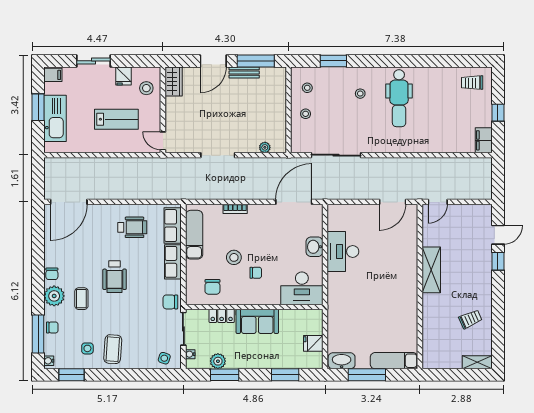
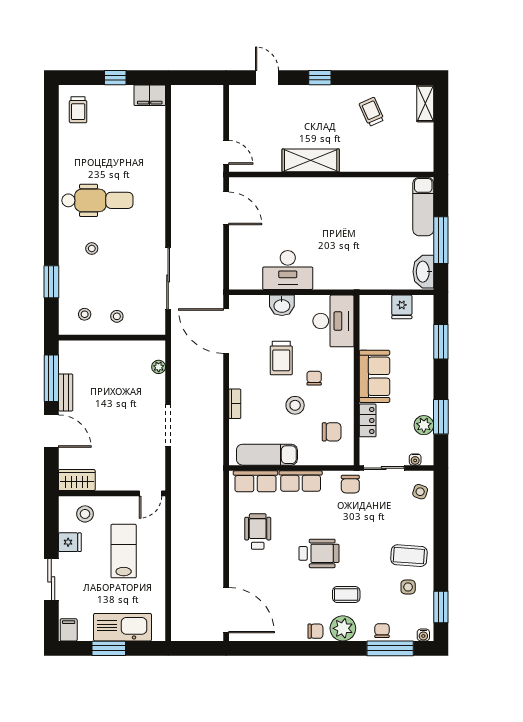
trolley: (272, 246) -> (281, 358), added
window: (498, 261) -> (320, 78), moved

